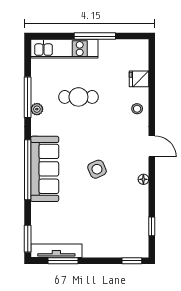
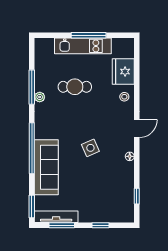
kitchen unit: (64, 49) -> (83, 46), moved
fridge: (139, 79) -> (123, 72), width x1.88, depth x1.34
door: (152, 146) -> (137, 129), hinge flipped
sofa: (45, 169) -> (46, 167), moved
window: (132, 261) -> (100, 225), moved

